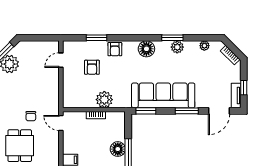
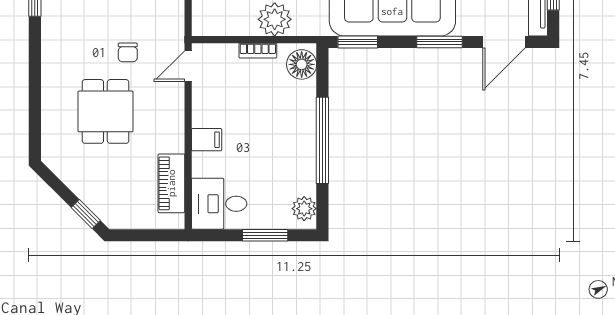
door: (61, 123) -> (188, 66), hinge flipped
floor lamp: (118, 149) -> (302, 64), moved

